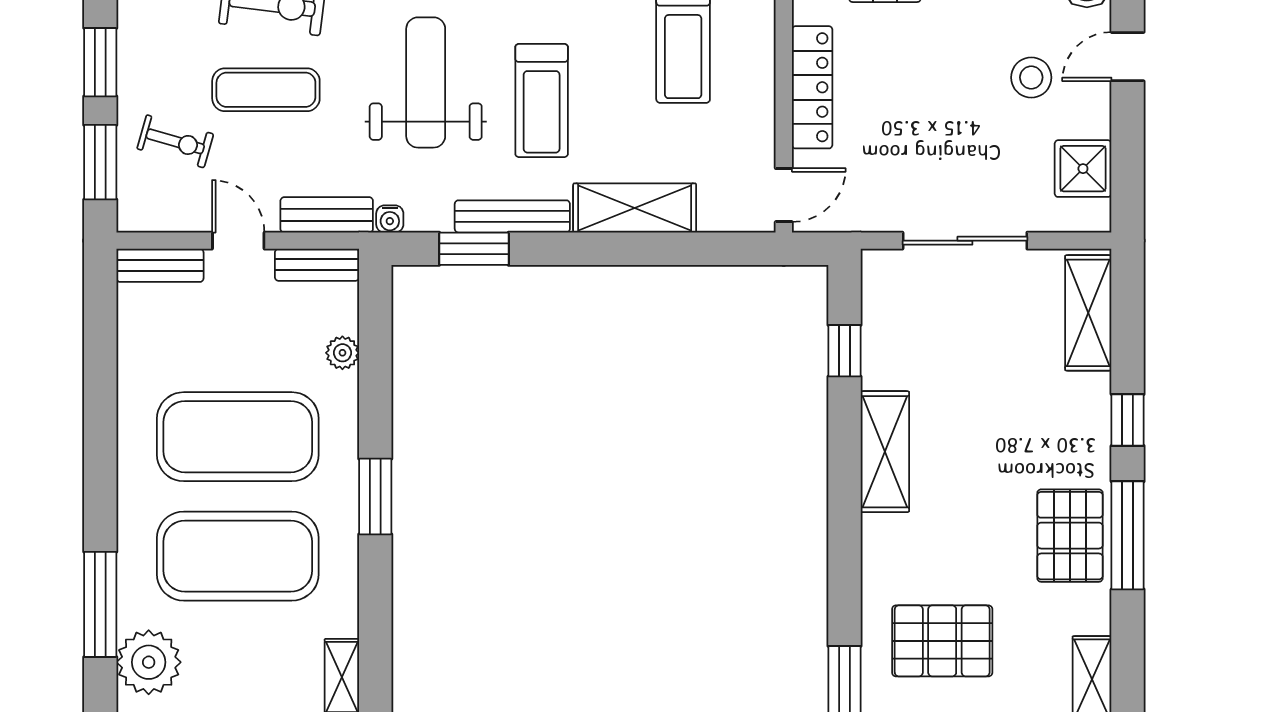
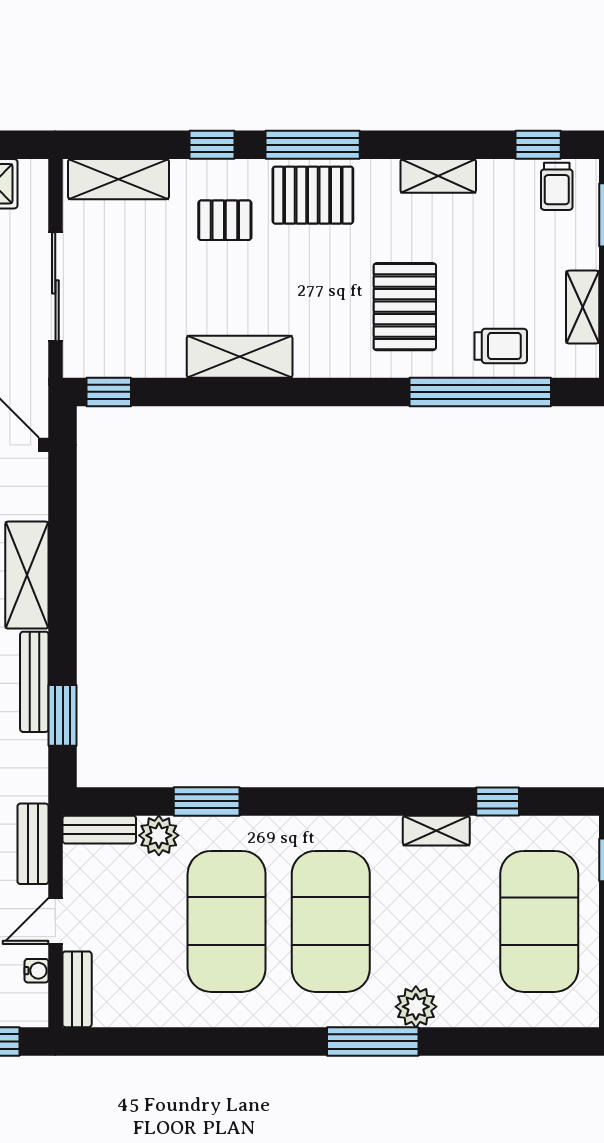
water cooler: (390, 219) -> (37, 971), moved
bench: (317, 265) -> (99, 830), moved, turned 90
window: (844, 351) -> (109, 392), moved
plant: (342, 353) -> (159, 835), width x1.38, depth x1.38
pallet: (1041, 435) -> (225, 220), added
window: (375, 497) -> (207, 801), moved
plant: (149, 662) -> (416, 1007), width x0.73, depth x0.73

